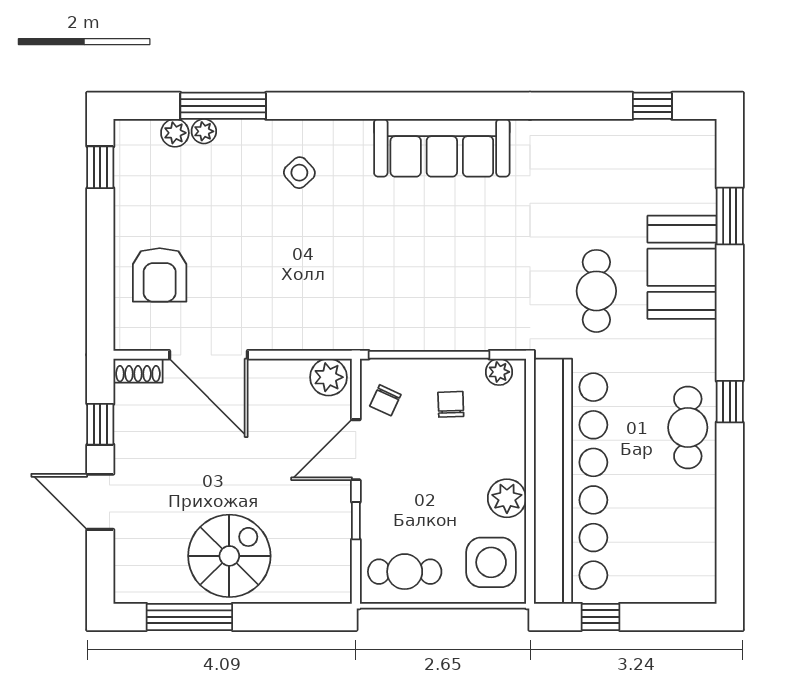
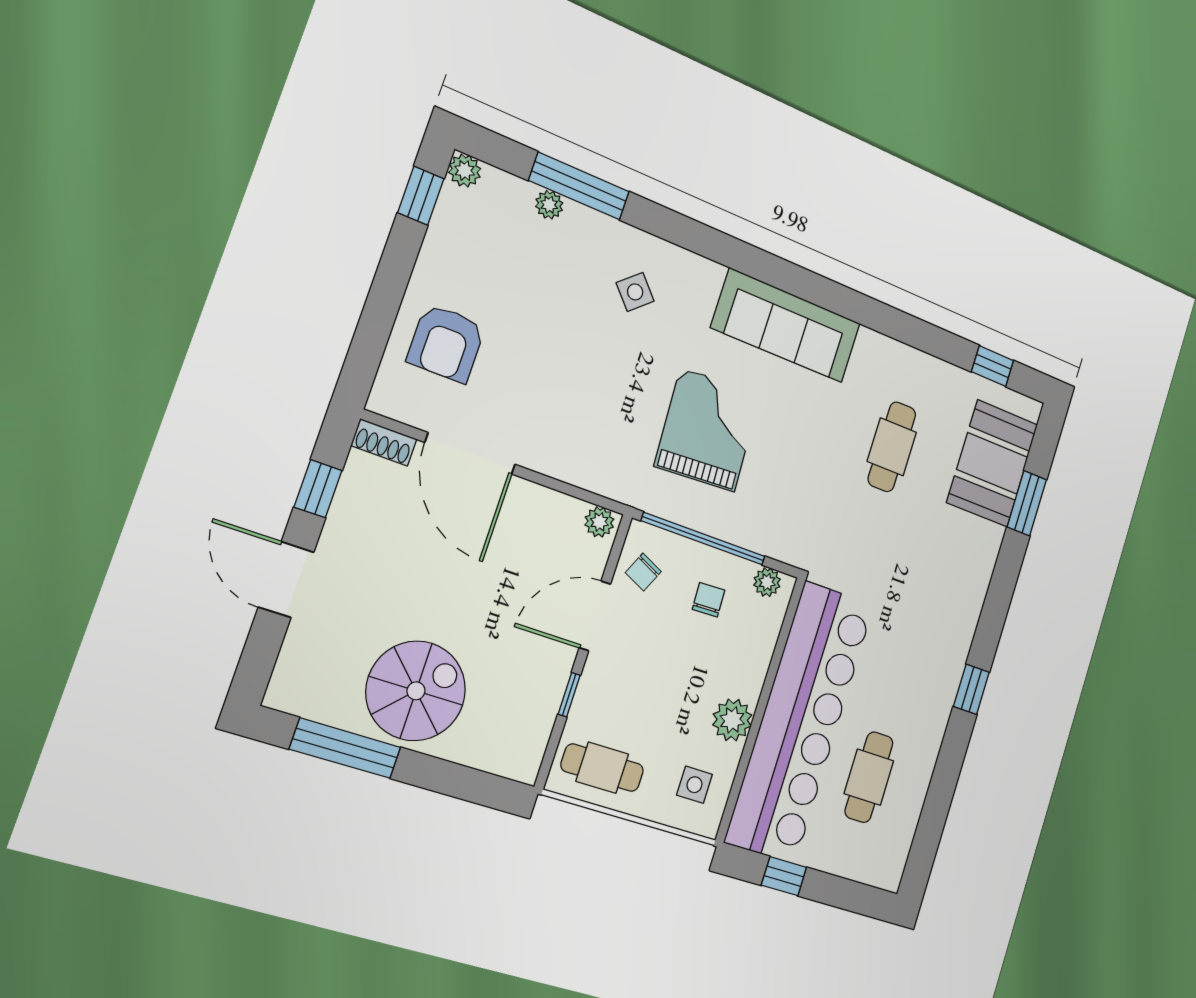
plant: (175, 133) -> (465, 171), moved
grand piano: (401, 263) -> (708, 430), added
booth: (682, 267) -> (992, 463), moved
cafe table: (596, 291) -> (892, 447), moved
plant: (328, 377) -> (599, 522), width x0.73, depth x0.73
cafe table: (688, 427) -> (869, 777), moved
side table: (491, 562) -> (694, 785), width x0.54, depth x0.54

